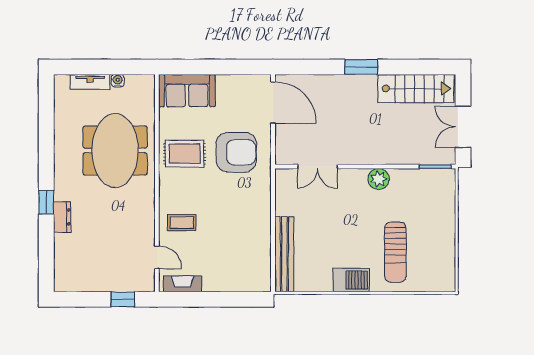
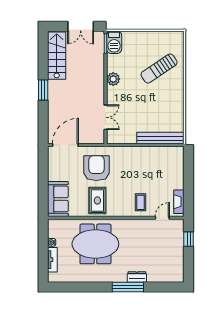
window: (46, 202) -> (128, 287), width x2.17
sun lounger: (395, 252) -> (159, 69), turned 146
barbecue: (351, 280) -> (114, 42), moved, turned 180

